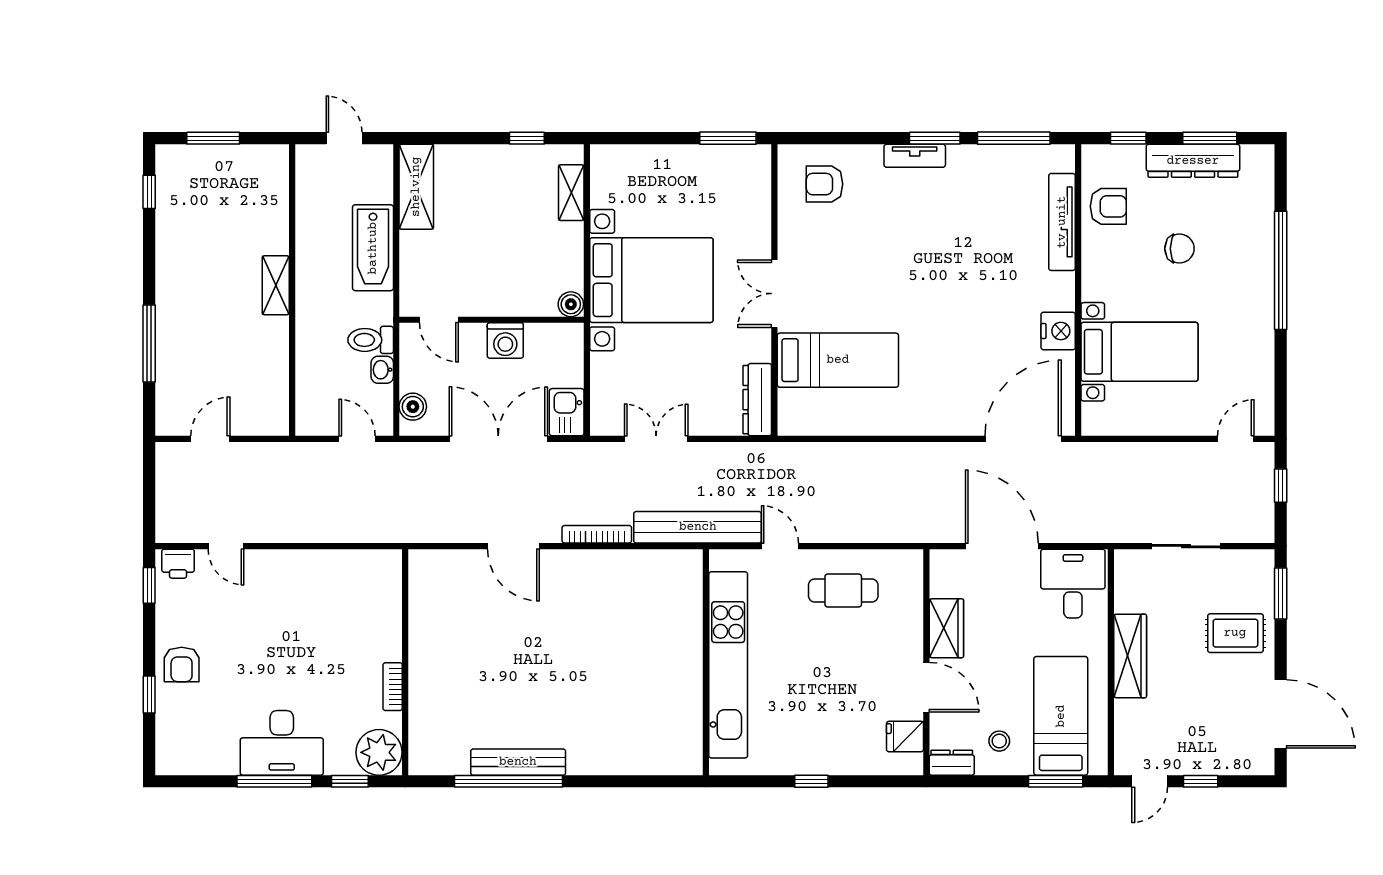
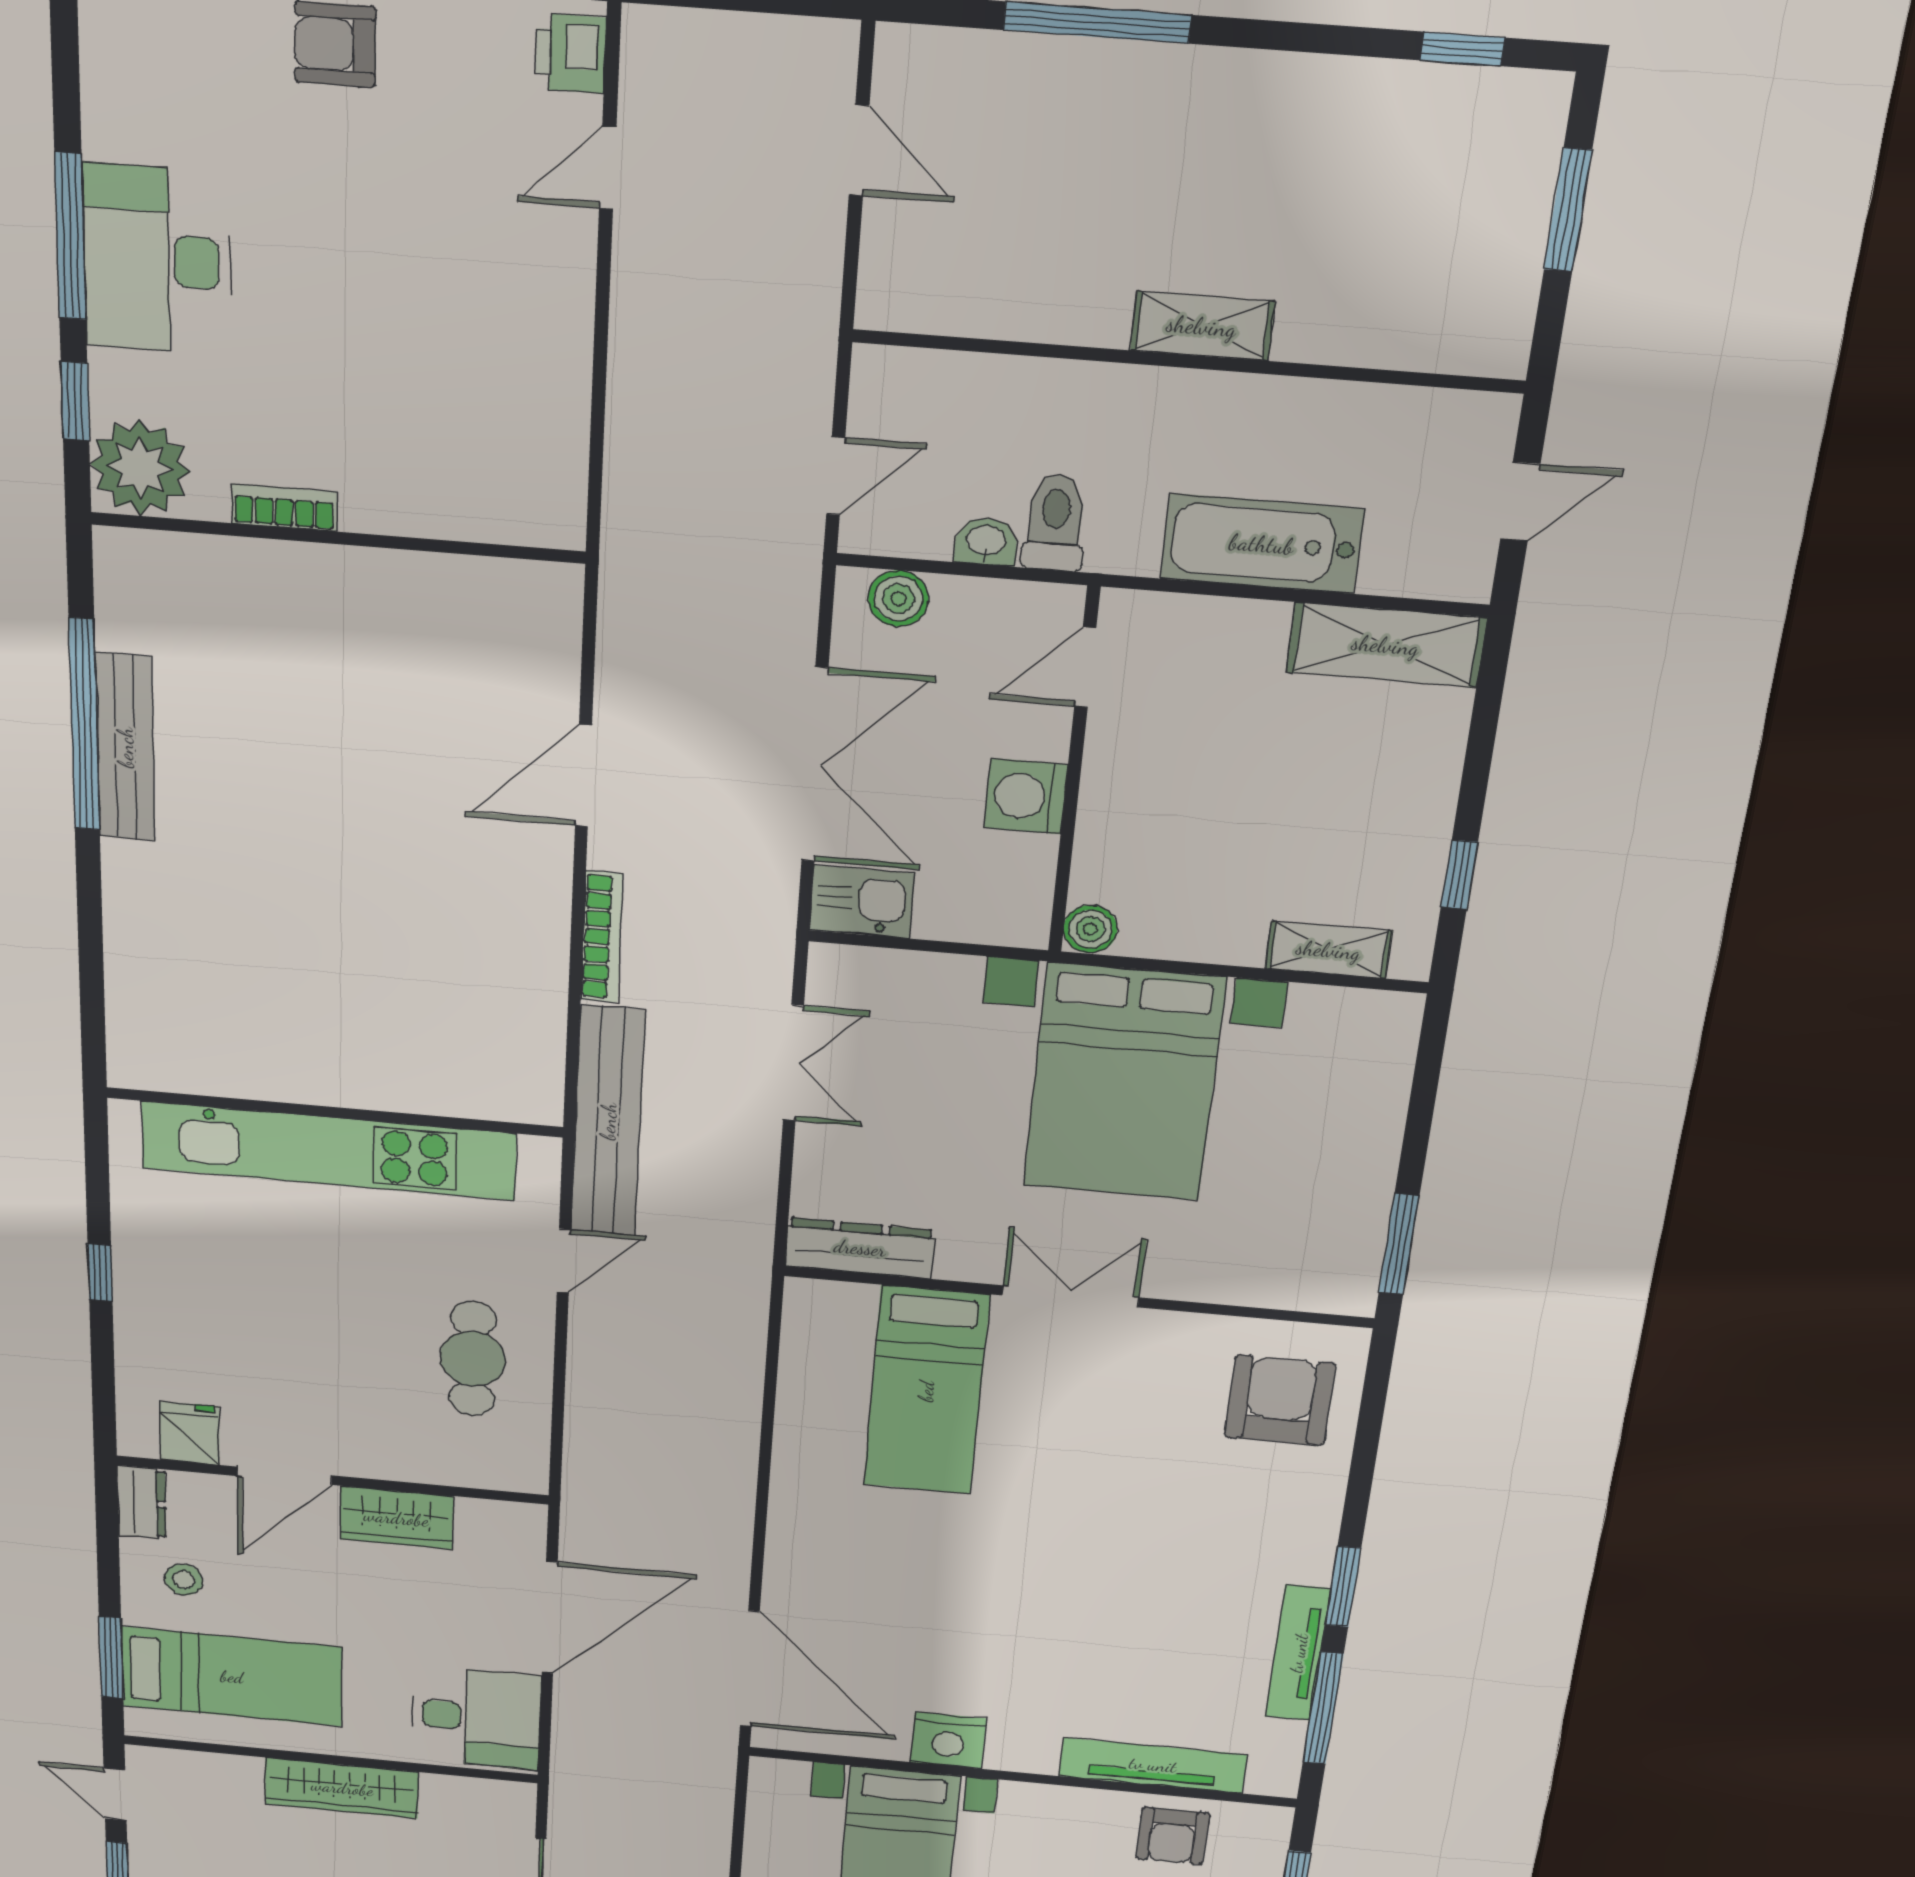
tv unit: (915, 156) -> (1298, 1653), moved, width x1.41
armchair: (825, 184) -> (1280, 1400), width x1.38, depth x1.38

